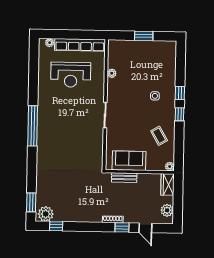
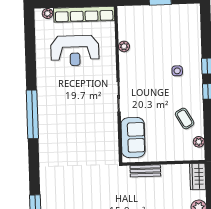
sofa: (129, 161) -> (133, 137), moved, turned 90
plant: (170, 167) -> (199, 142), moved

